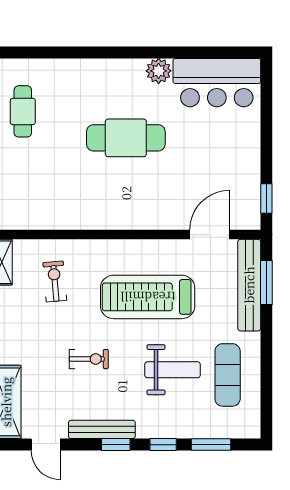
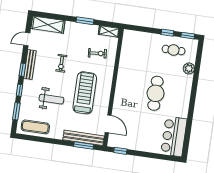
plant: (159, 71) -> (189, 68), moved
weight bench: (173, 370) -> (51, 99), turned -90
exercise mat: (228, 375) -> (35, 127), moved

